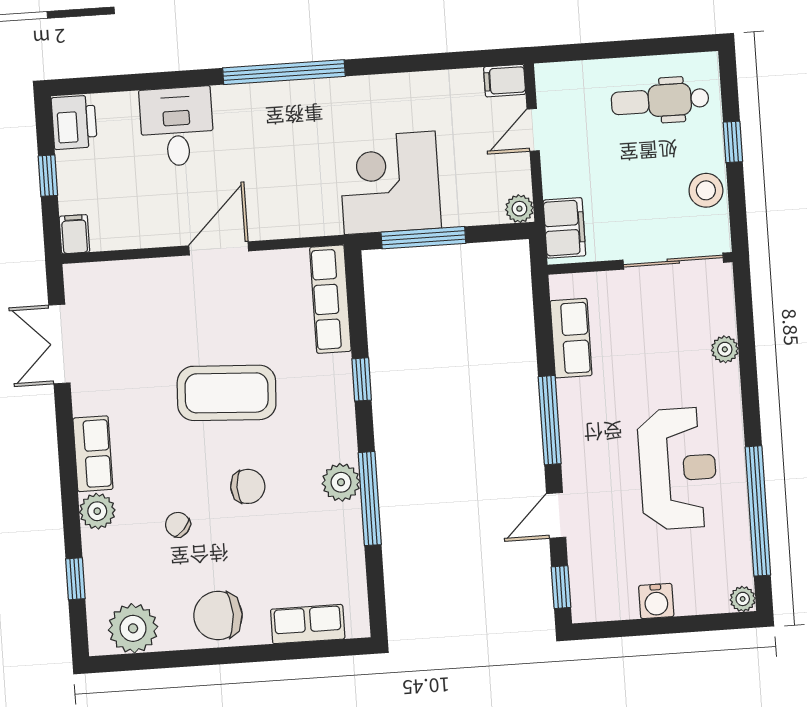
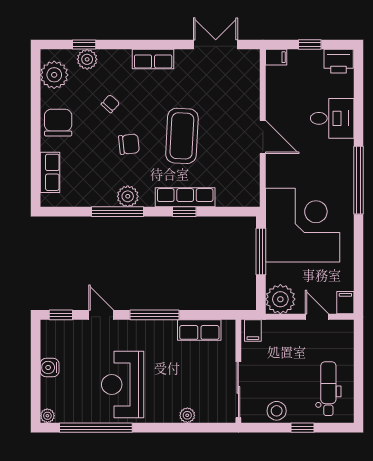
corner desk: (390, 183) -> (303, 225), width x1.36, depth x1.36
plant: (519, 209) -> (280, 299), width x1.88, depth x1.88
filing cabinet: (564, 228) -> (253, 330), width x0.50
row of seats: (330, 299) -> (185, 197), moved
reception desk: (678, 469) -> (123, 384), turned 90
chair: (248, 486) -> (129, 144), turned -96
plant: (97, 511) -> (87, 59), moved

